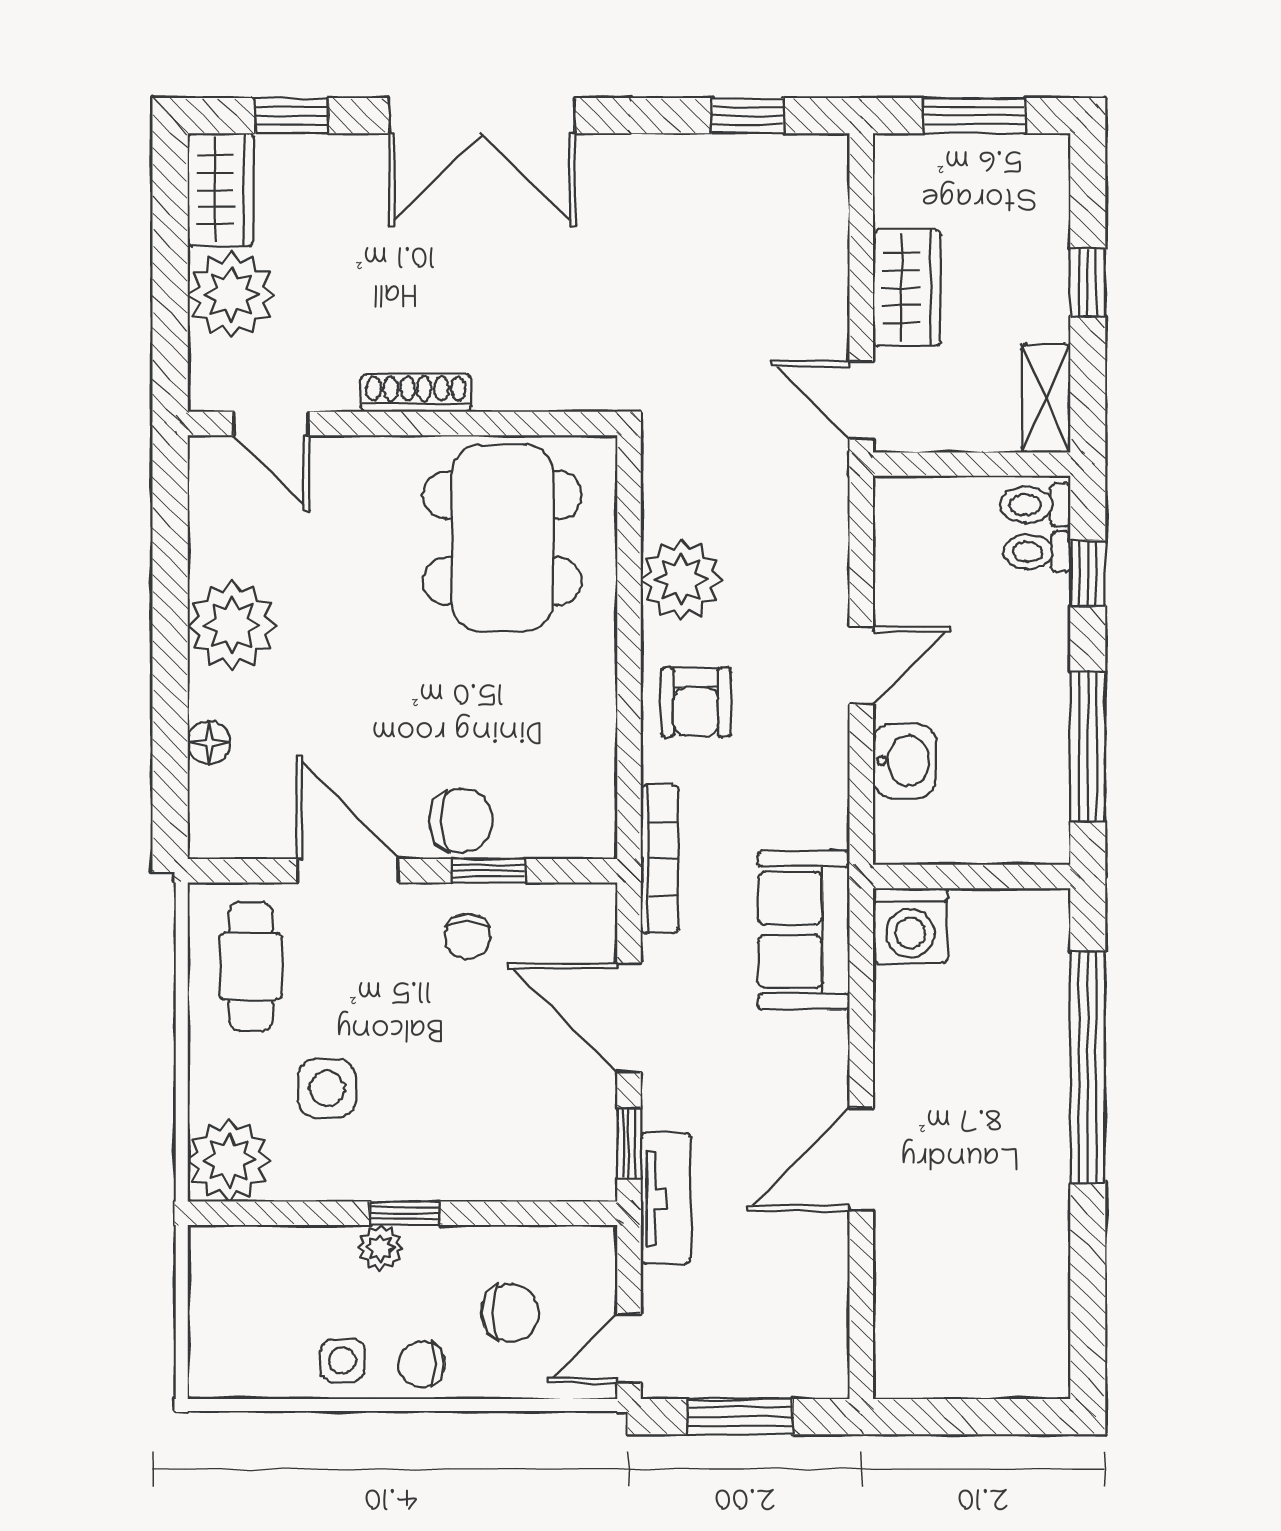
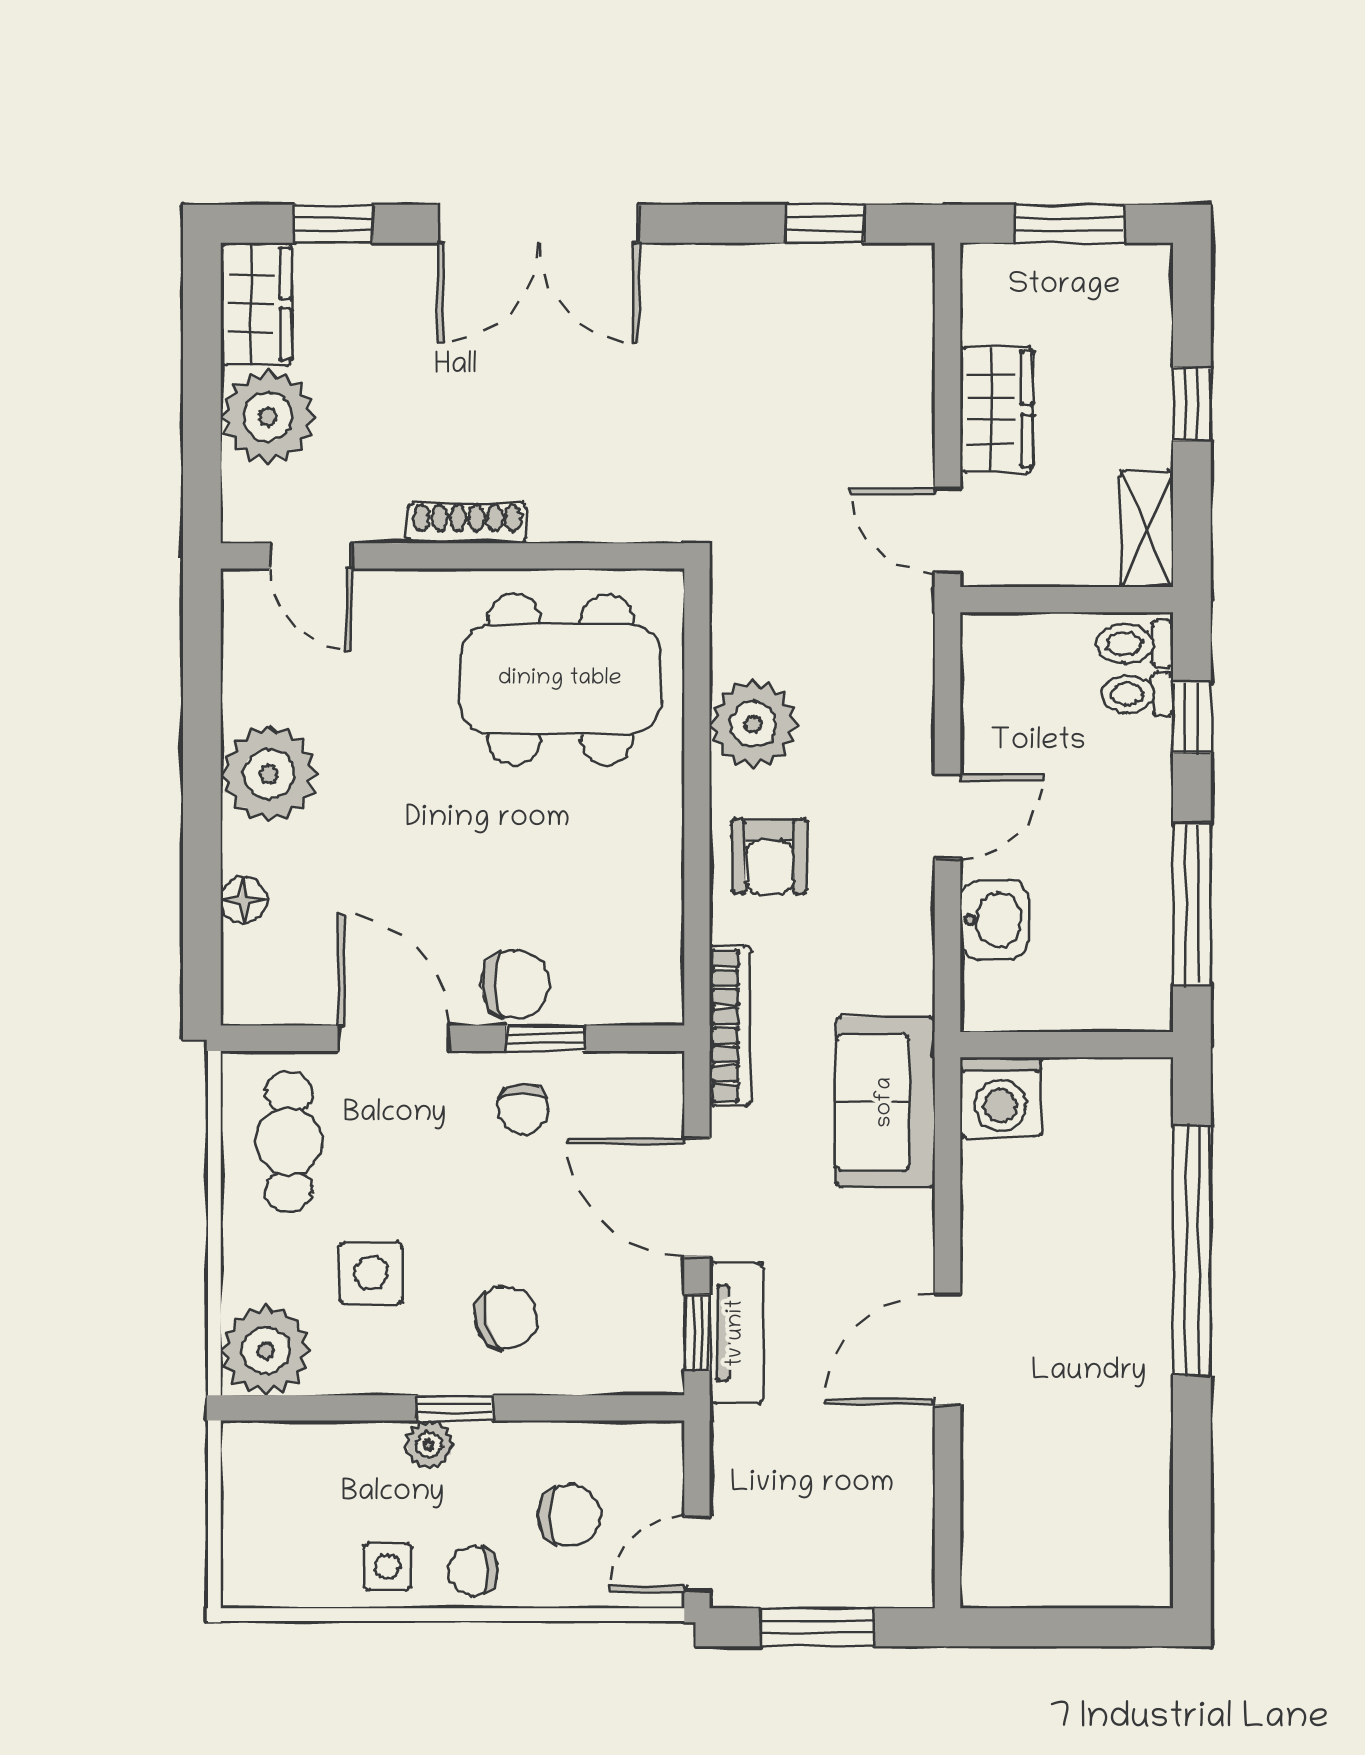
dining table: (502, 538) -> (560, 679), turned 90
chair: (452, 1130) -> (506, 1318), added
tv unit: (666, 1198) -> (736, 1333), moved

